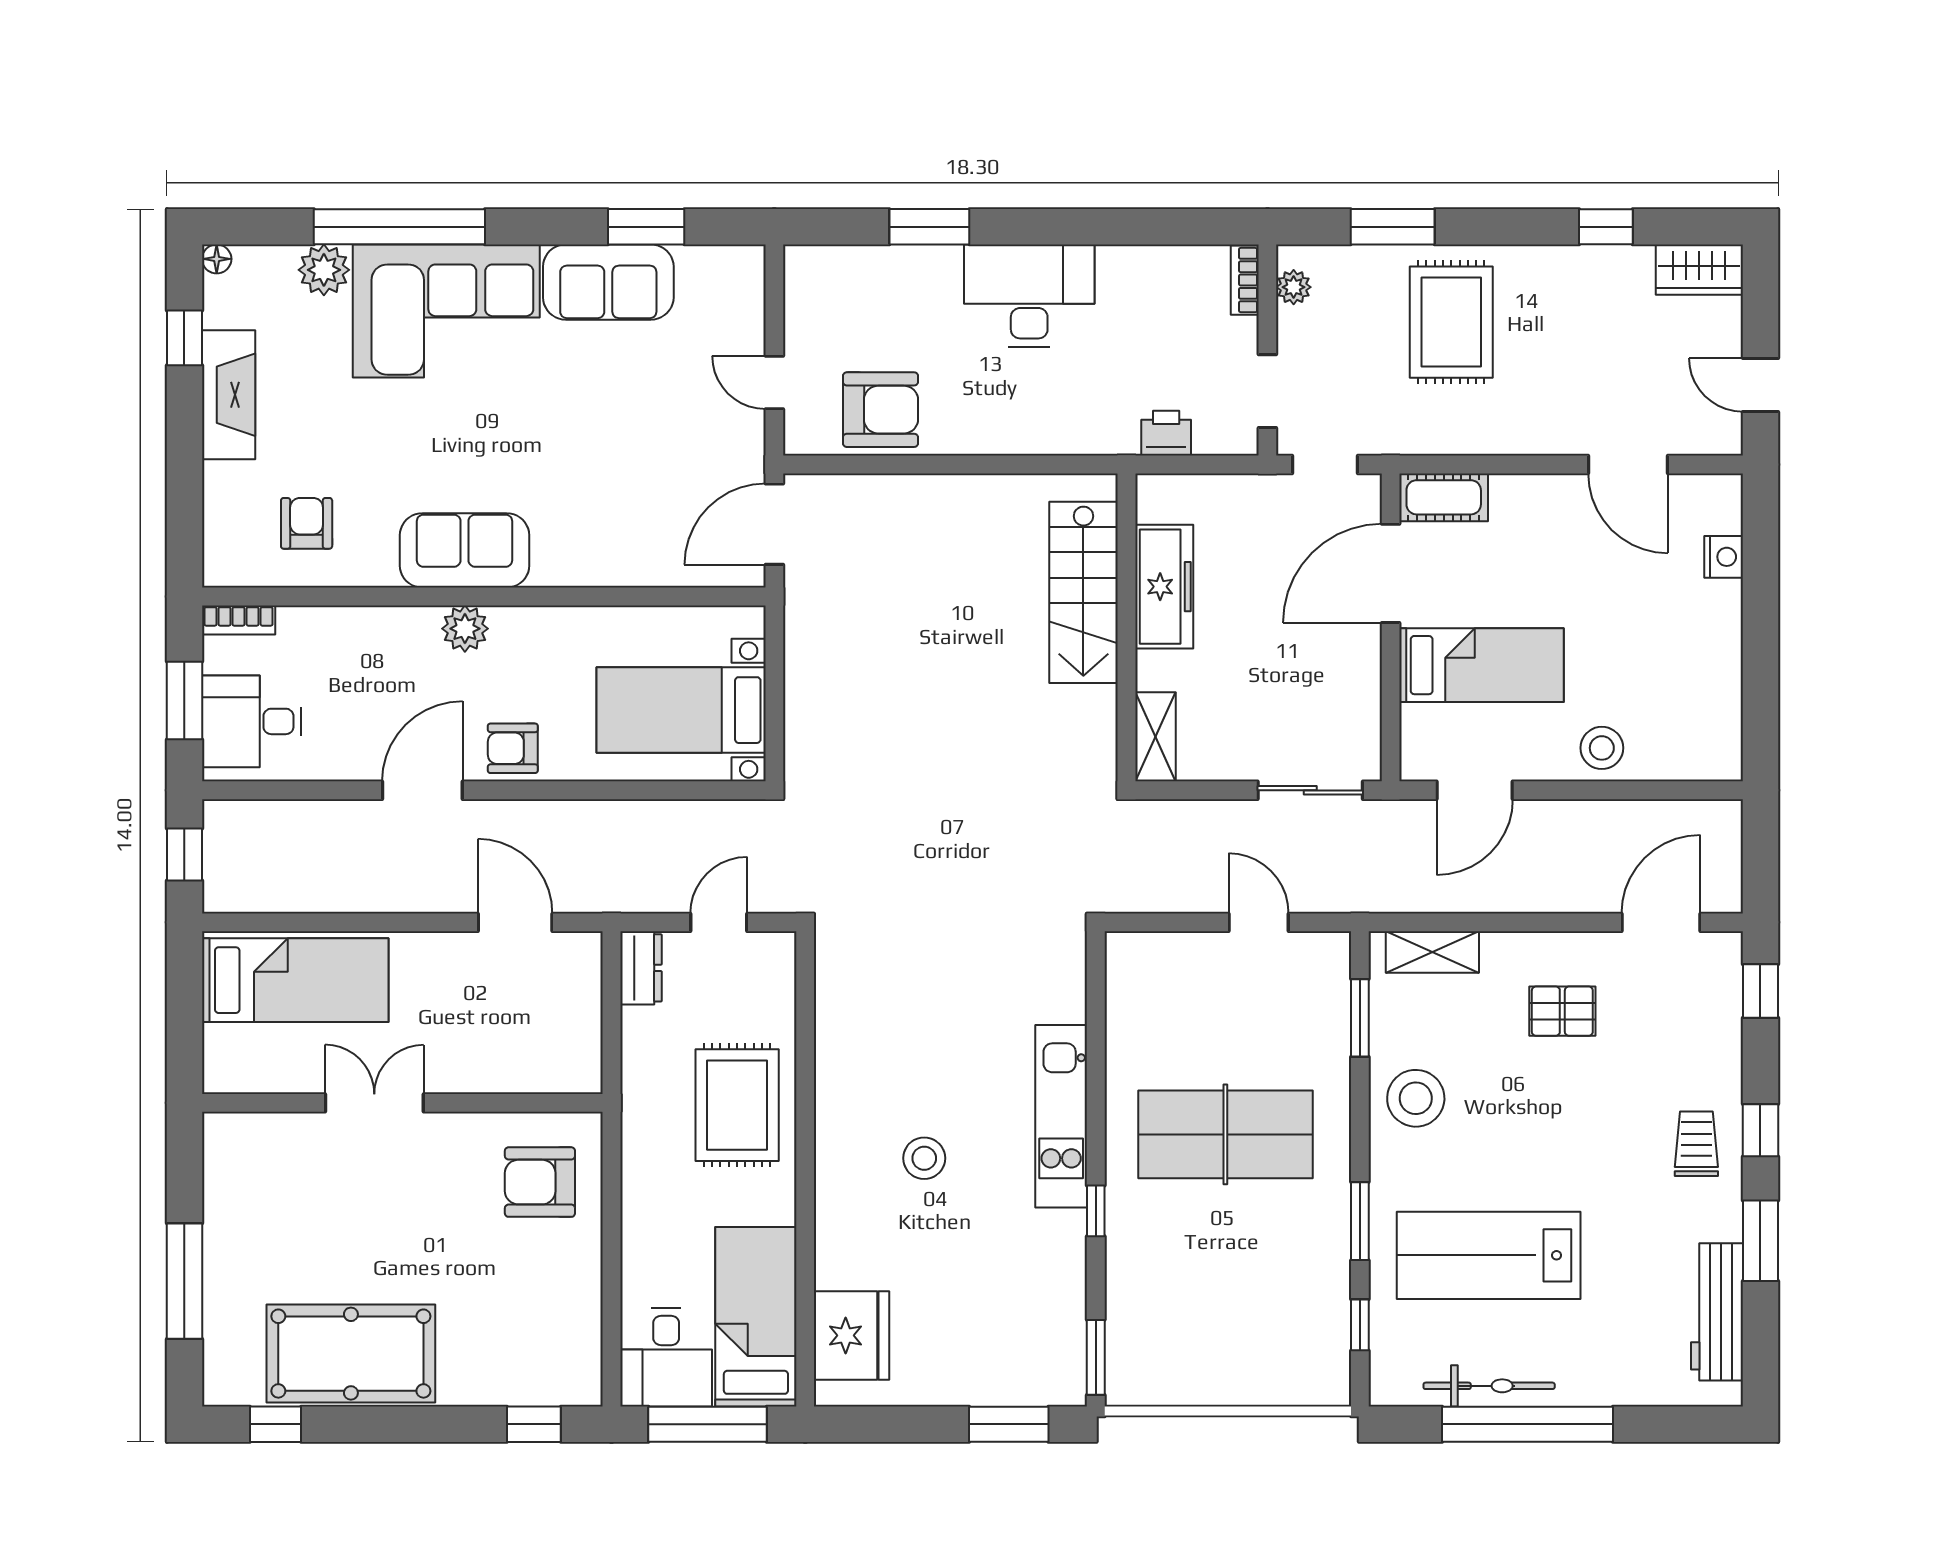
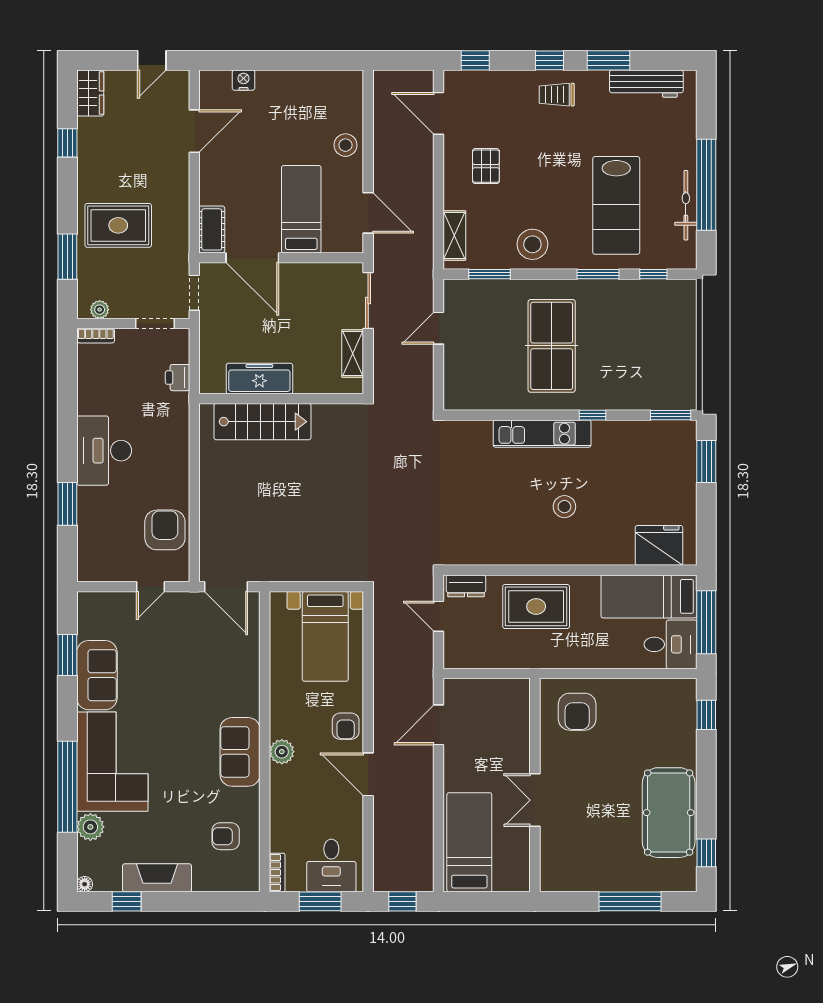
shelving: (1155, 737) -> (353, 353), moved, turned 90
dresser: (641, 968) -> (466, 586), moved, turned 180

